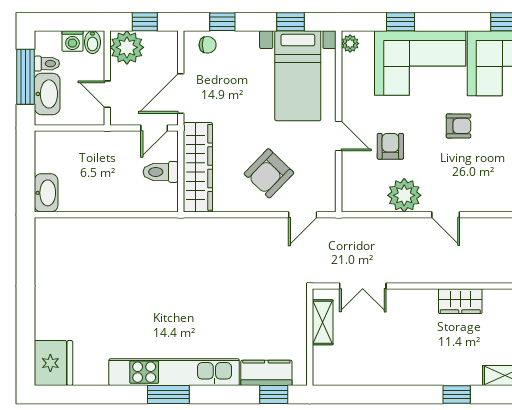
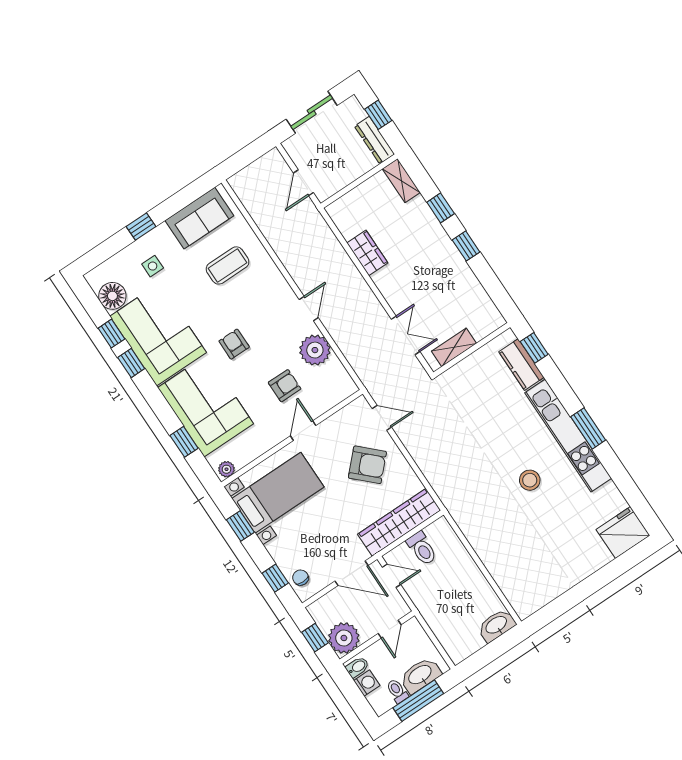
armchair: (390, 146) -> (285, 386), turned 180
stool: (157, 311) -> (530, 480), added
window: (407, 395) -> (466, 246), added

